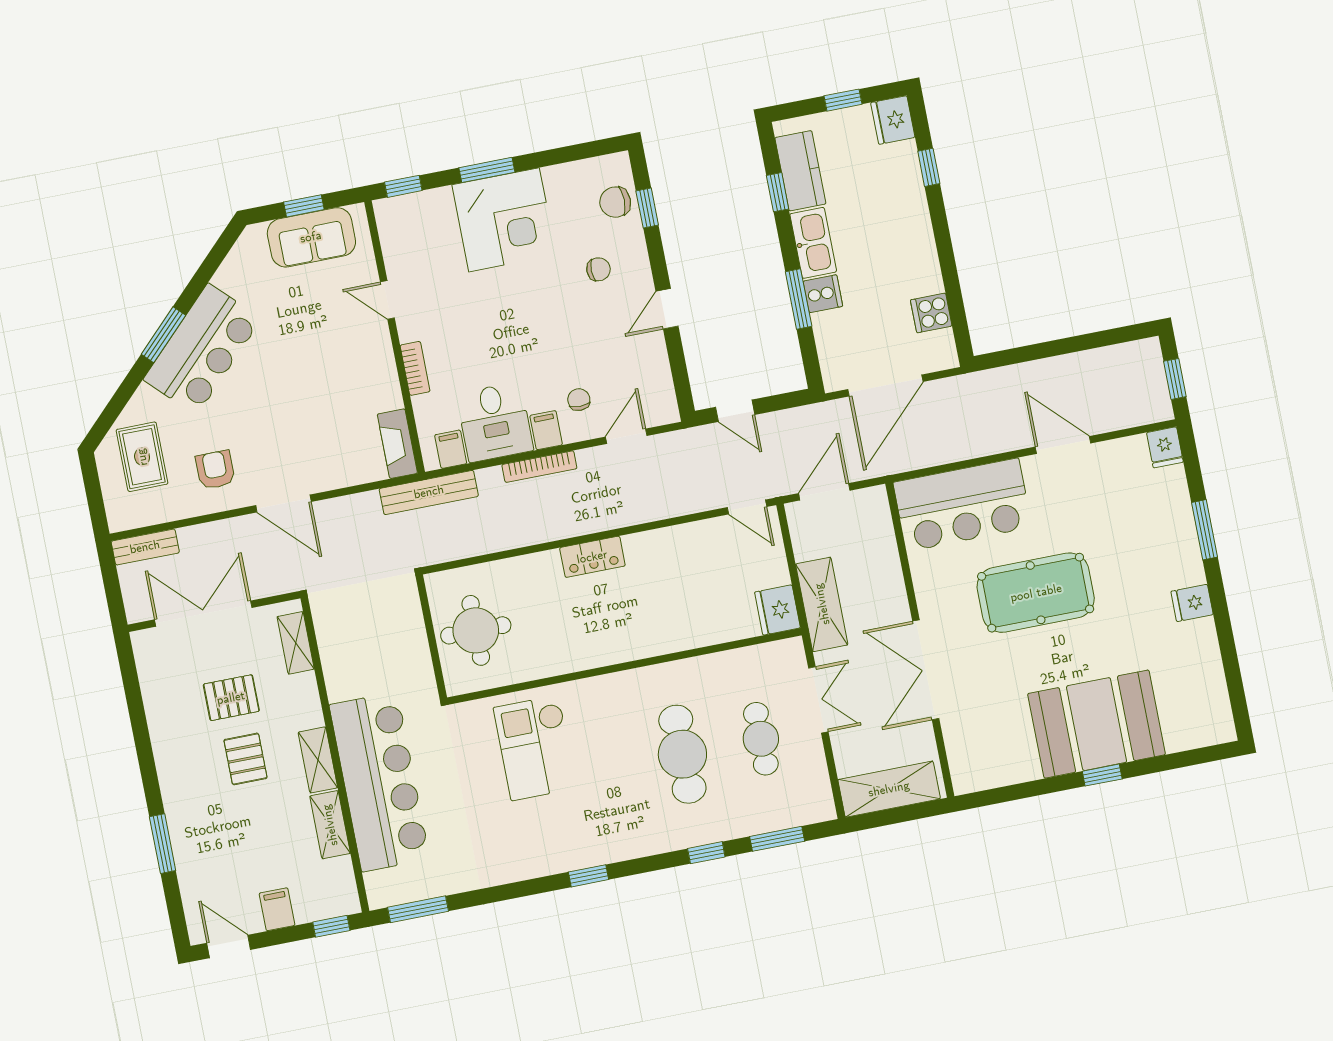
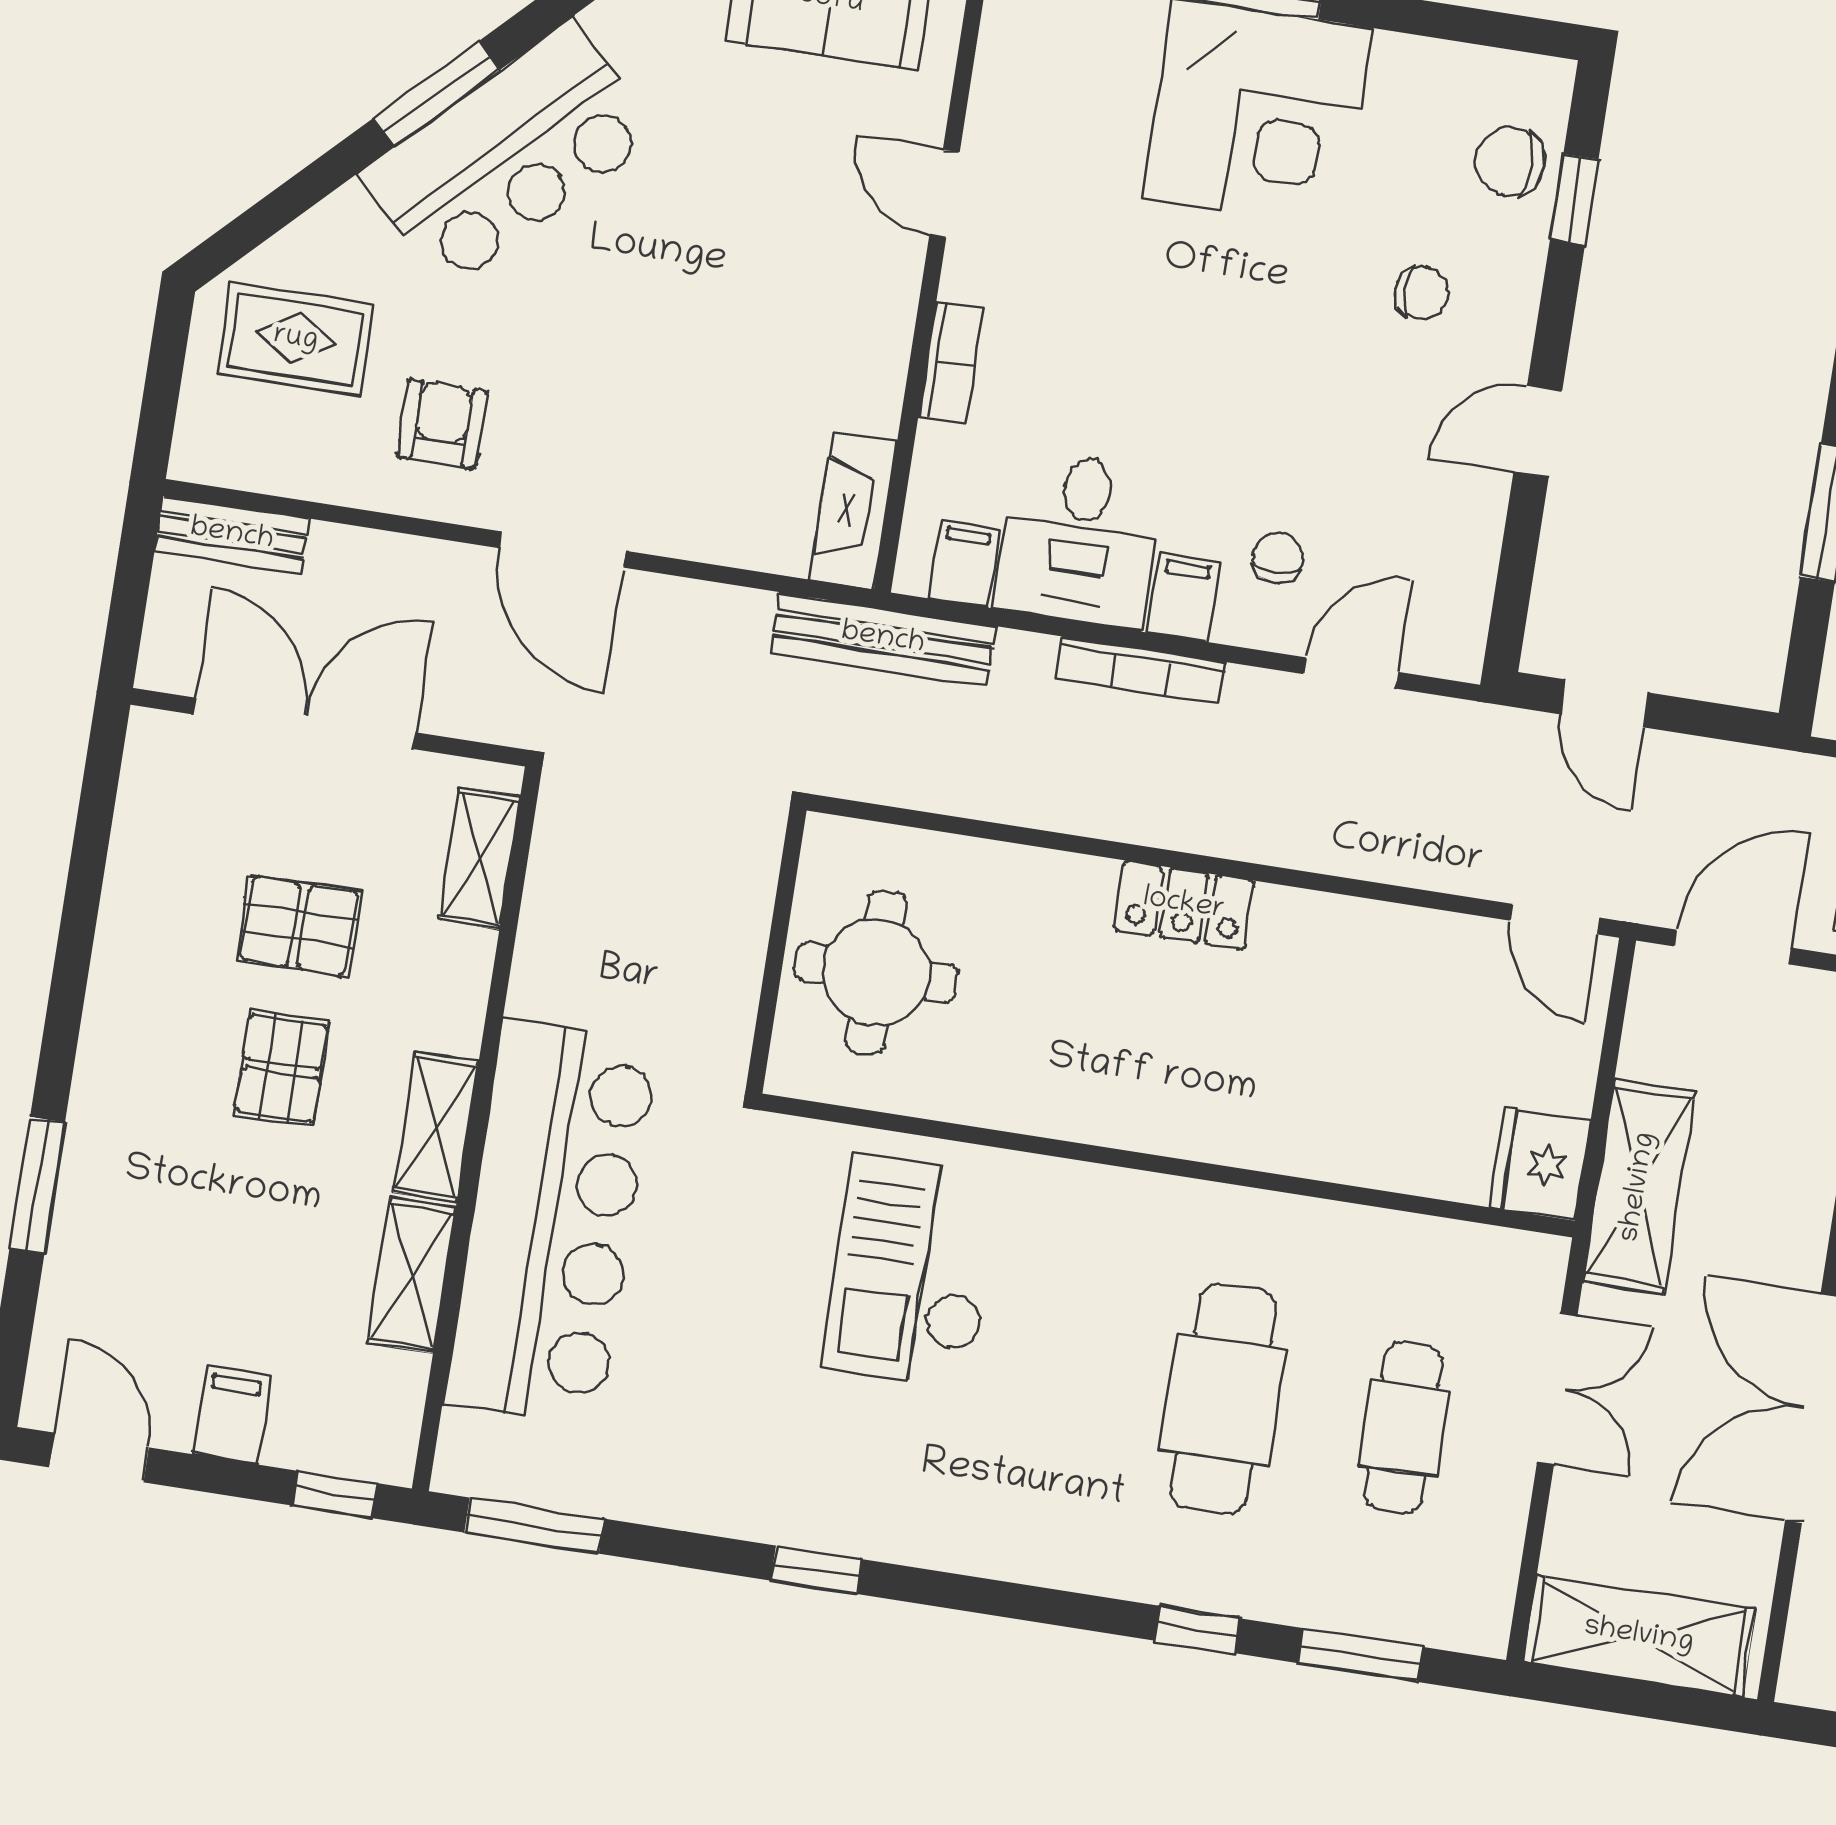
rug: (142, 457) -> (296, 339), turned 90
window: (588, 876) -> (816, 1570), moved

